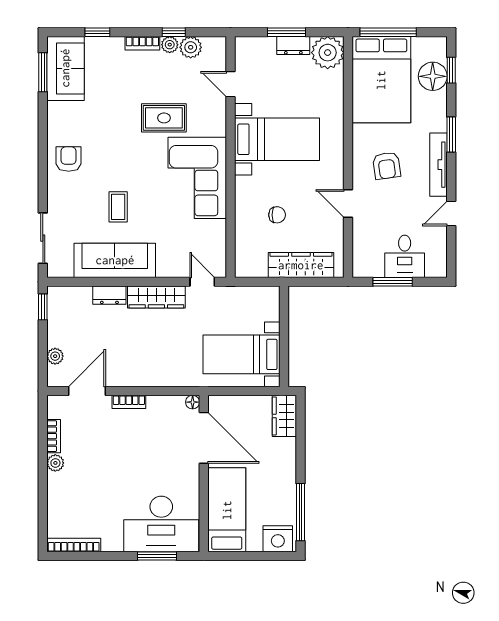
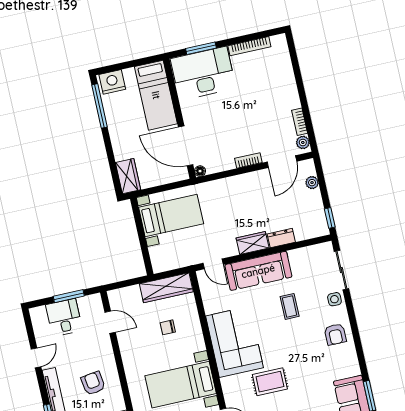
side table: (60, 203) -> (334, 299), added
door: (348, 204) -> (110, 322), moved
sofa: (115, 260) -> (258, 271), moved
wardrobe: (301, 265) -> (166, 288), moved
wardrobe: (156, 297) -> (253, 243), width x0.67
plant: (55, 463) -> (303, 142), moved
bookcase: (74, 545) -> (249, 46), moved

